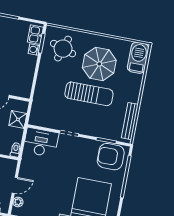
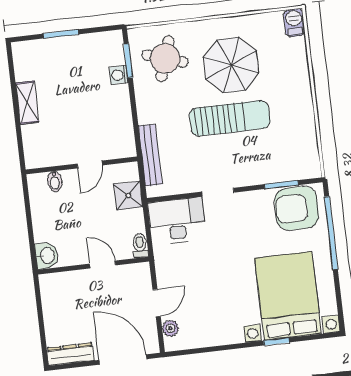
kitchen sink: (35, 35) -> (114, 50), removed
barbecue: (138, 58) -> (294, 23), width x0.53, depth x0.65
bench: (130, 121) -> (150, 155), moved

